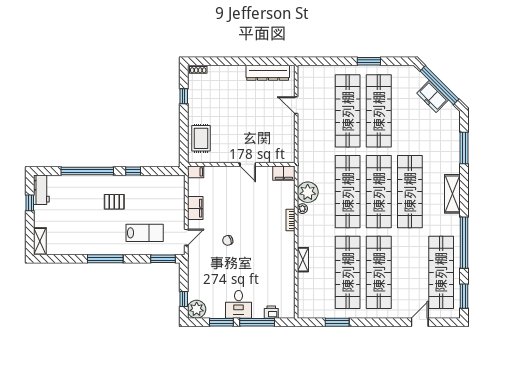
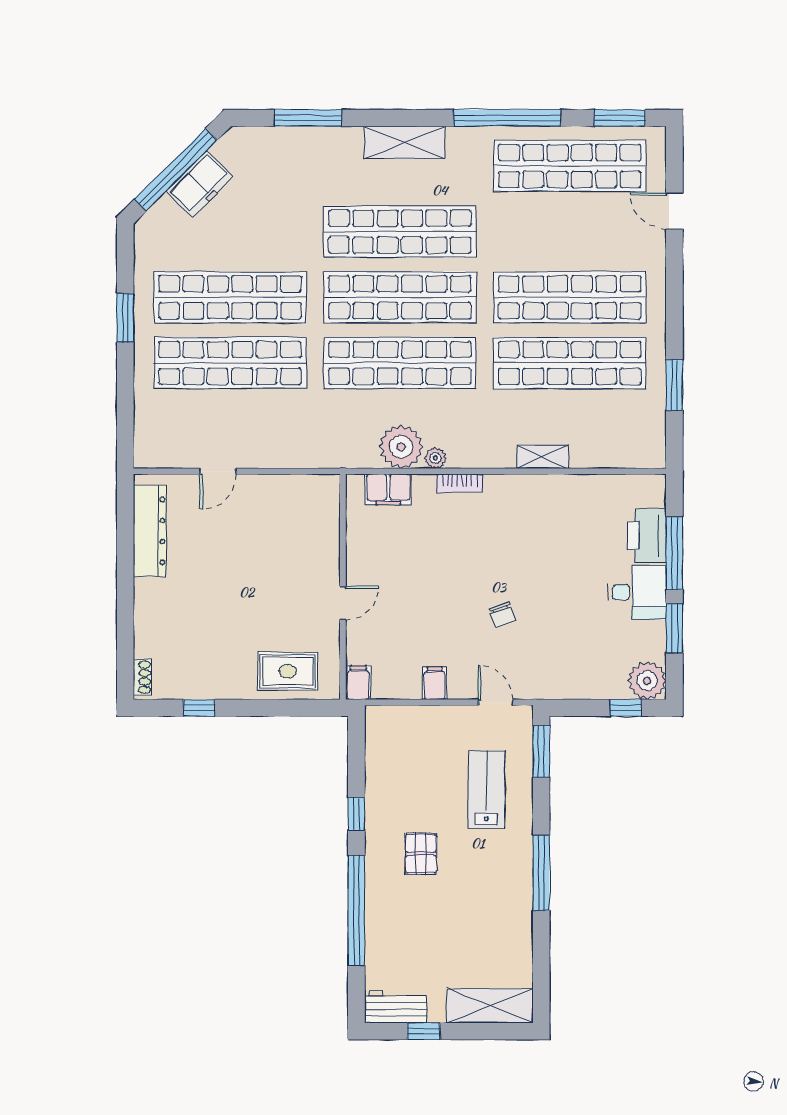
door: (248, 164) -> (343, 603), moved
filing cabinet: (284, 173) -> (388, 489), moved, turned 90
filing cabinet: (195, 208) -> (434, 683), width x0.50
shelving: (40, 241) -> (490, 1006), width x1.50, depth x1.33
printer: (271, 312) -> (647, 536), width x1.87, depth x1.48

